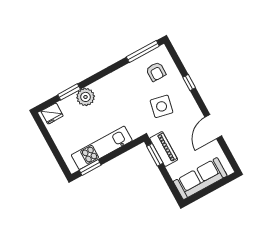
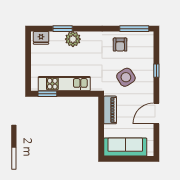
armchair: (156, 72) -> (120, 45), moved
side table: (162, 106) -> (126, 77), turned 45
window: (155, 155) -> (101, 111), removed

